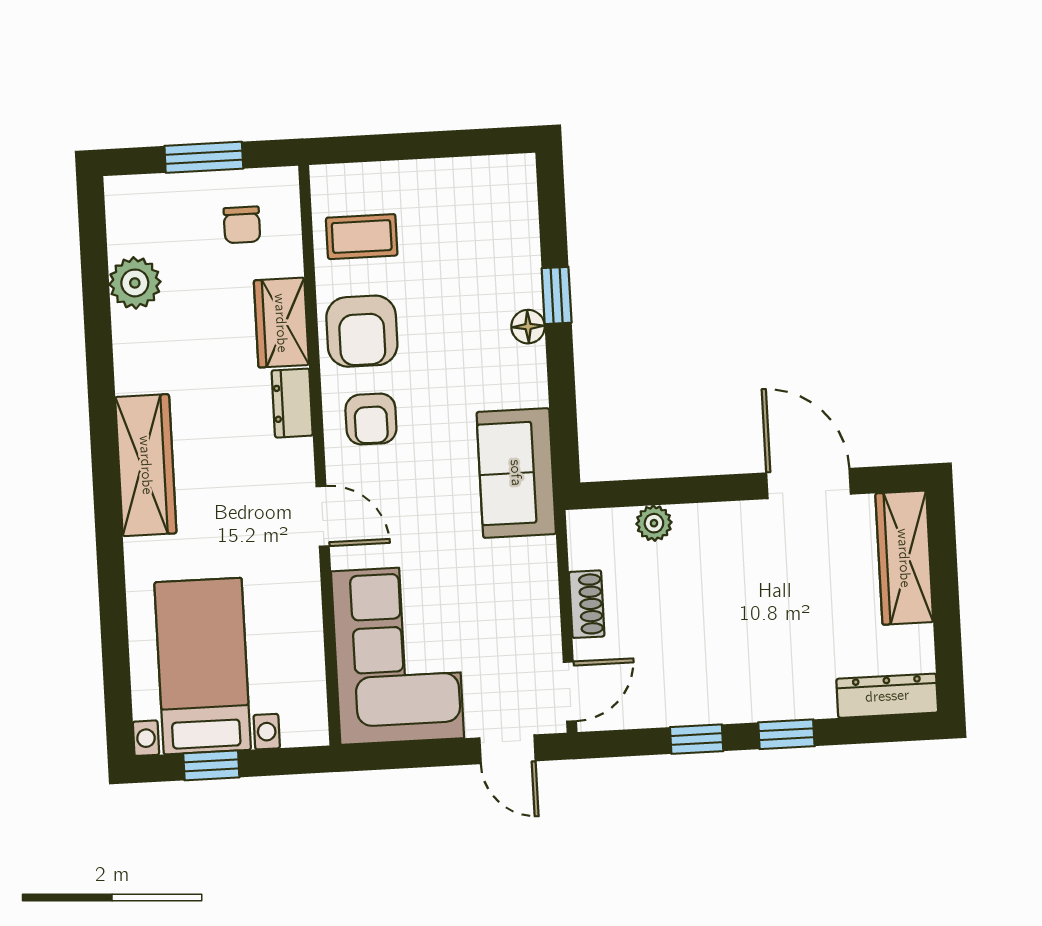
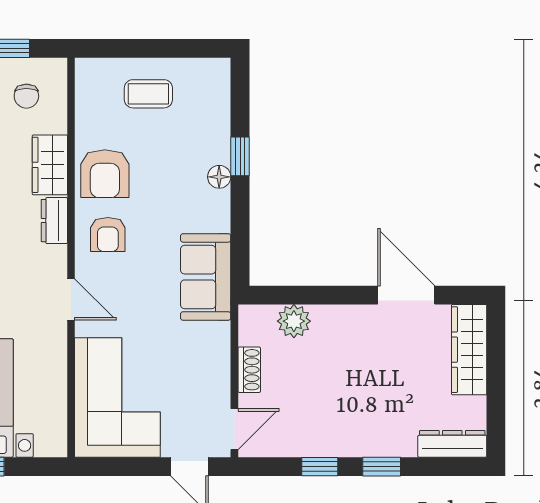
coffee table: (362, 237) -> (148, 94), moved
plant: (654, 523) -> (294, 321), width x1.38, depth x1.38

